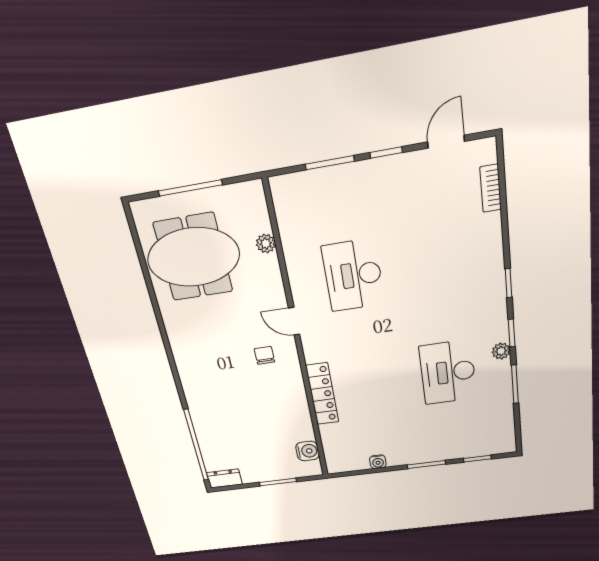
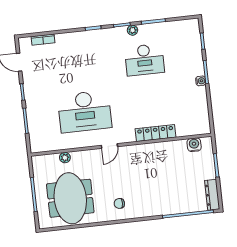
desk: (353, 275) -> (85, 111), width x1.36, depth x1.30
chair: (264, 355) -> (119, 203), moved
water cooler: (378, 462) -> (201, 81), moved
dresser: (224, 478) -> (212, 195), width x1.44

